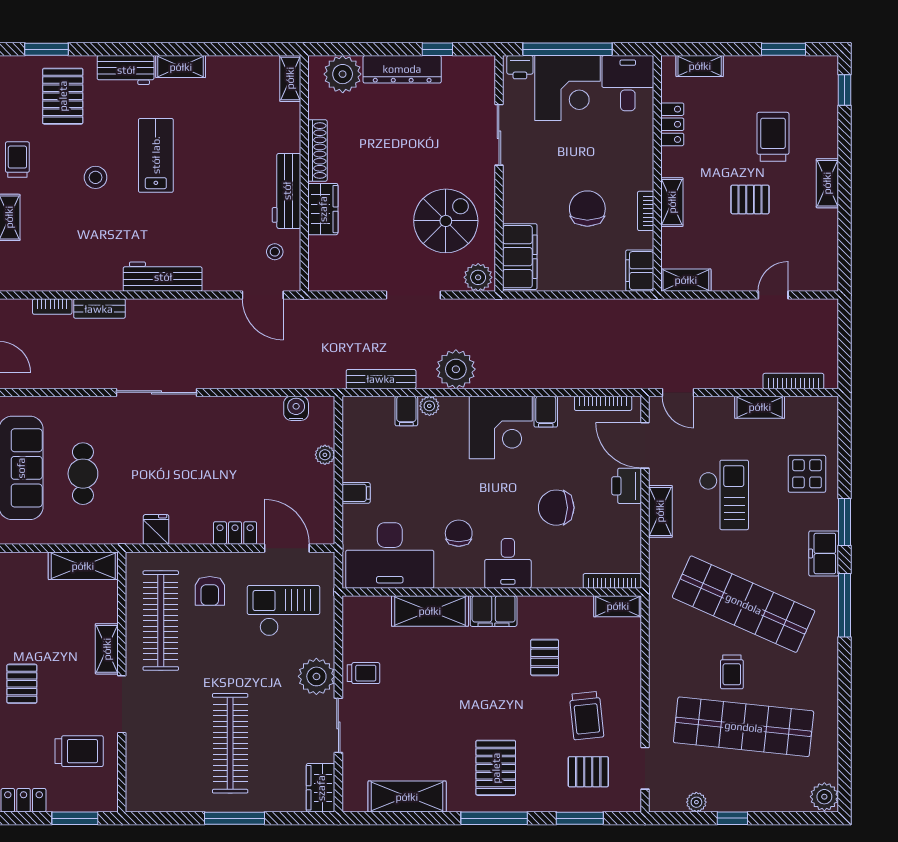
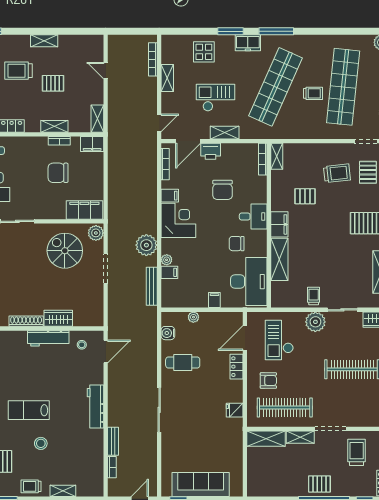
pallet: (750, 199) -> (53, 83), turned 90
cafe table: (83, 474) -> (183, 363), moved
shelving: (83, 566) -> (266, 439), moved, turned 90

